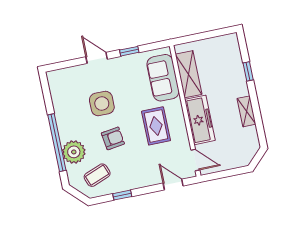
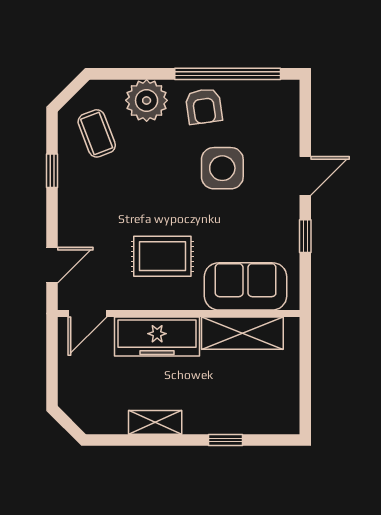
armchair: (113, 138) -> (204, 106), moved
window: (57, 143) -> (228, 74), moved

